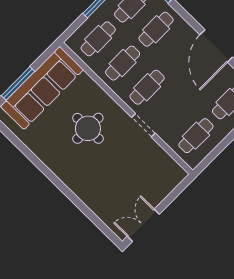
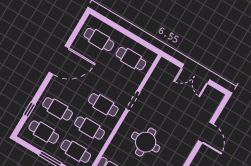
door: (81, 206) -> (206, 132), added
double door: (143, 225) -> (196, 74), moved

